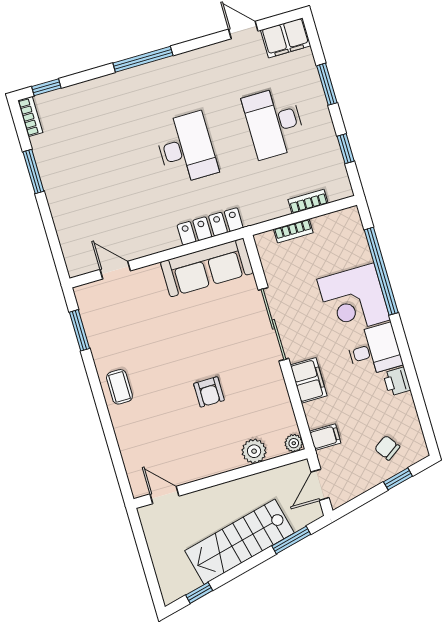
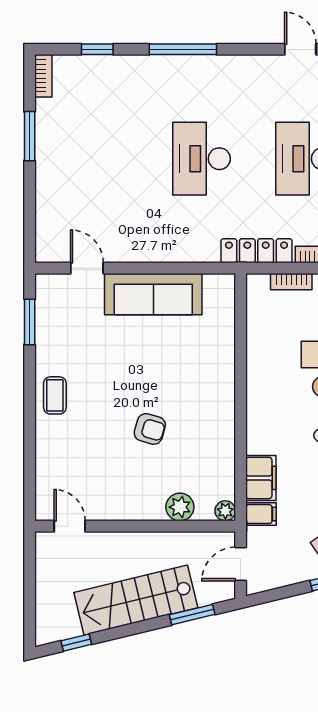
window: (46, 87) -> (97, 49), moved
desk: (186, 148) -> (202, 159), turned 180
locker: (210, 226) -> (256, 251), moved
sofa: (207, 268) -> (153, 294), moved
sliding door: (273, 324) -> (241, 376), removed
filing cabinet: (309, 380) -> (261, 478), moved
armchair: (209, 392) -> (150, 429), turned -74

